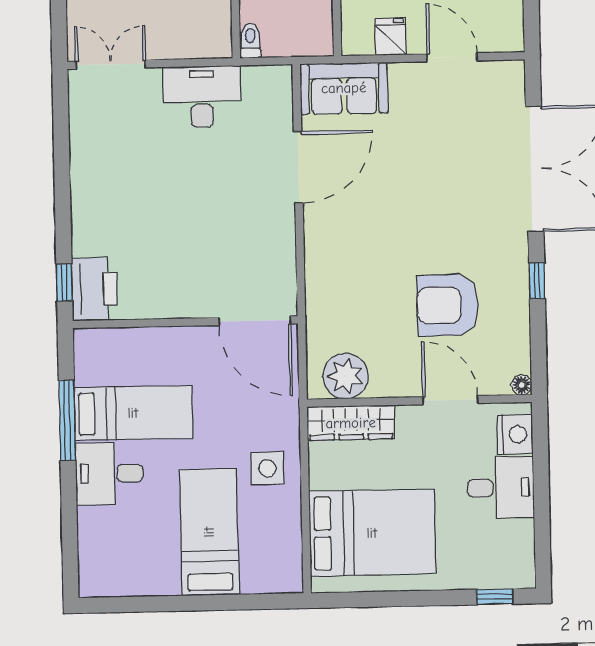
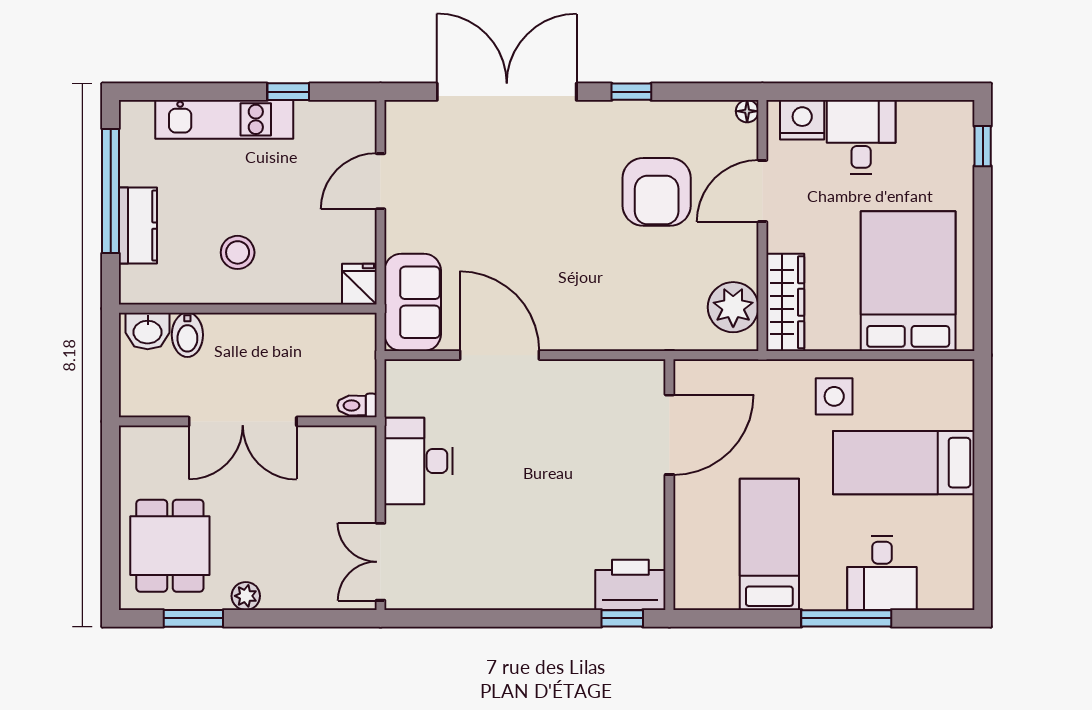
fridge: (391, 37) -> (359, 284), moved, turned 90
door: (255, 321) -> (669, 435), moved
window: (67, 420) -> (846, 618), moved
desk: (109, 473) -> (882, 573), moved

